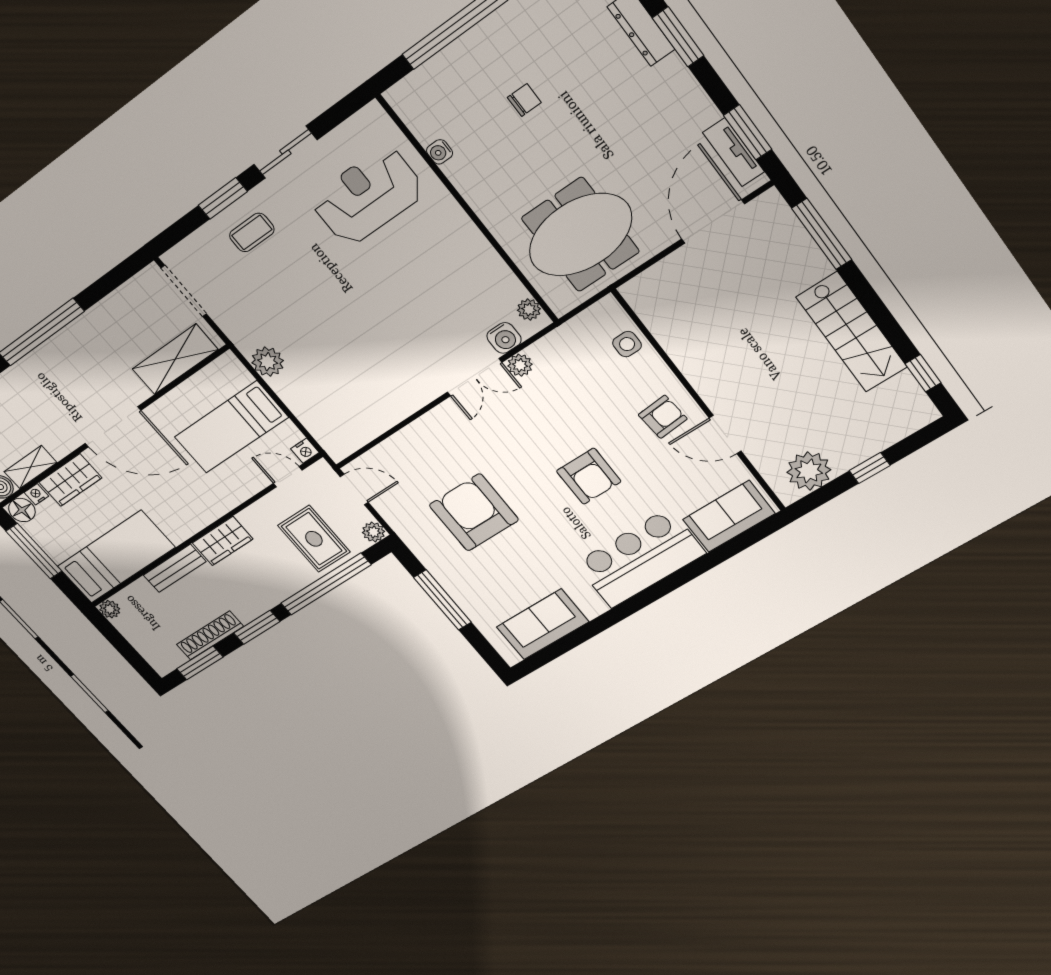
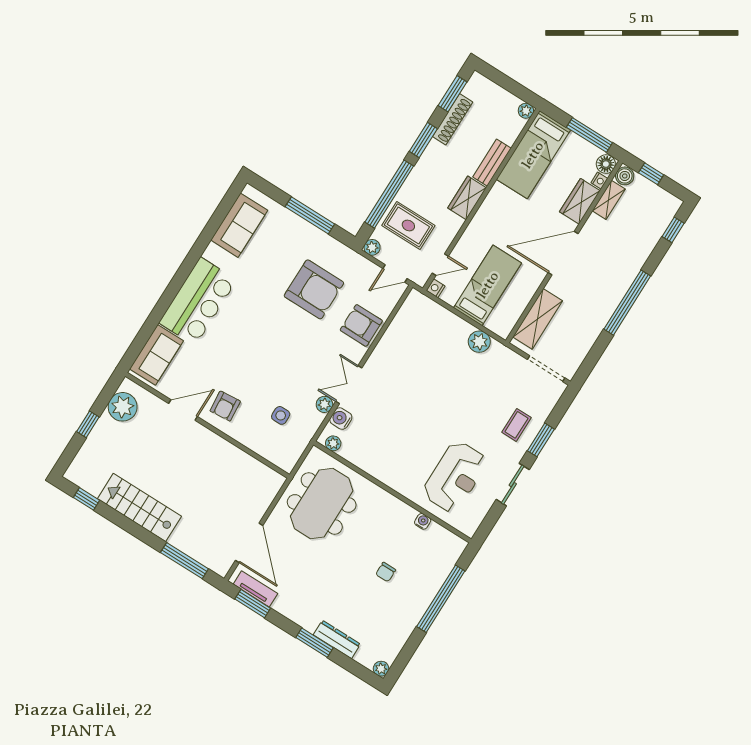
side table: (627, 344) -> (281, 415), moved
armchair: (589, 476) -> (361, 325), moved

